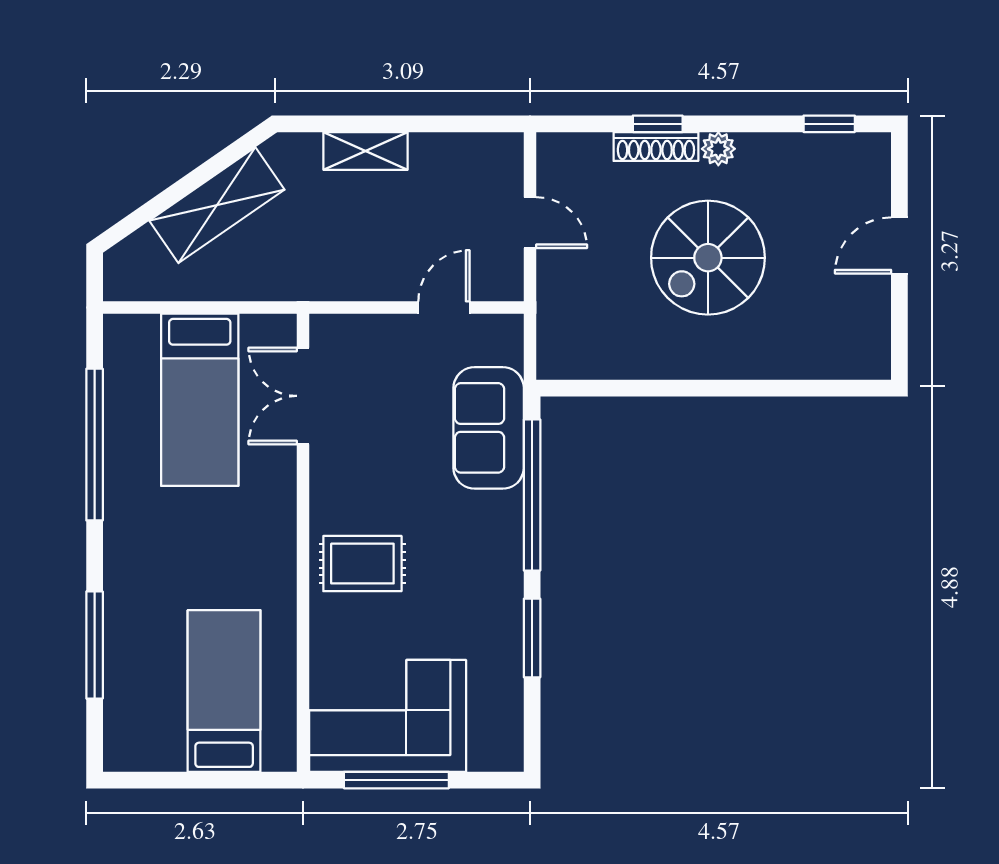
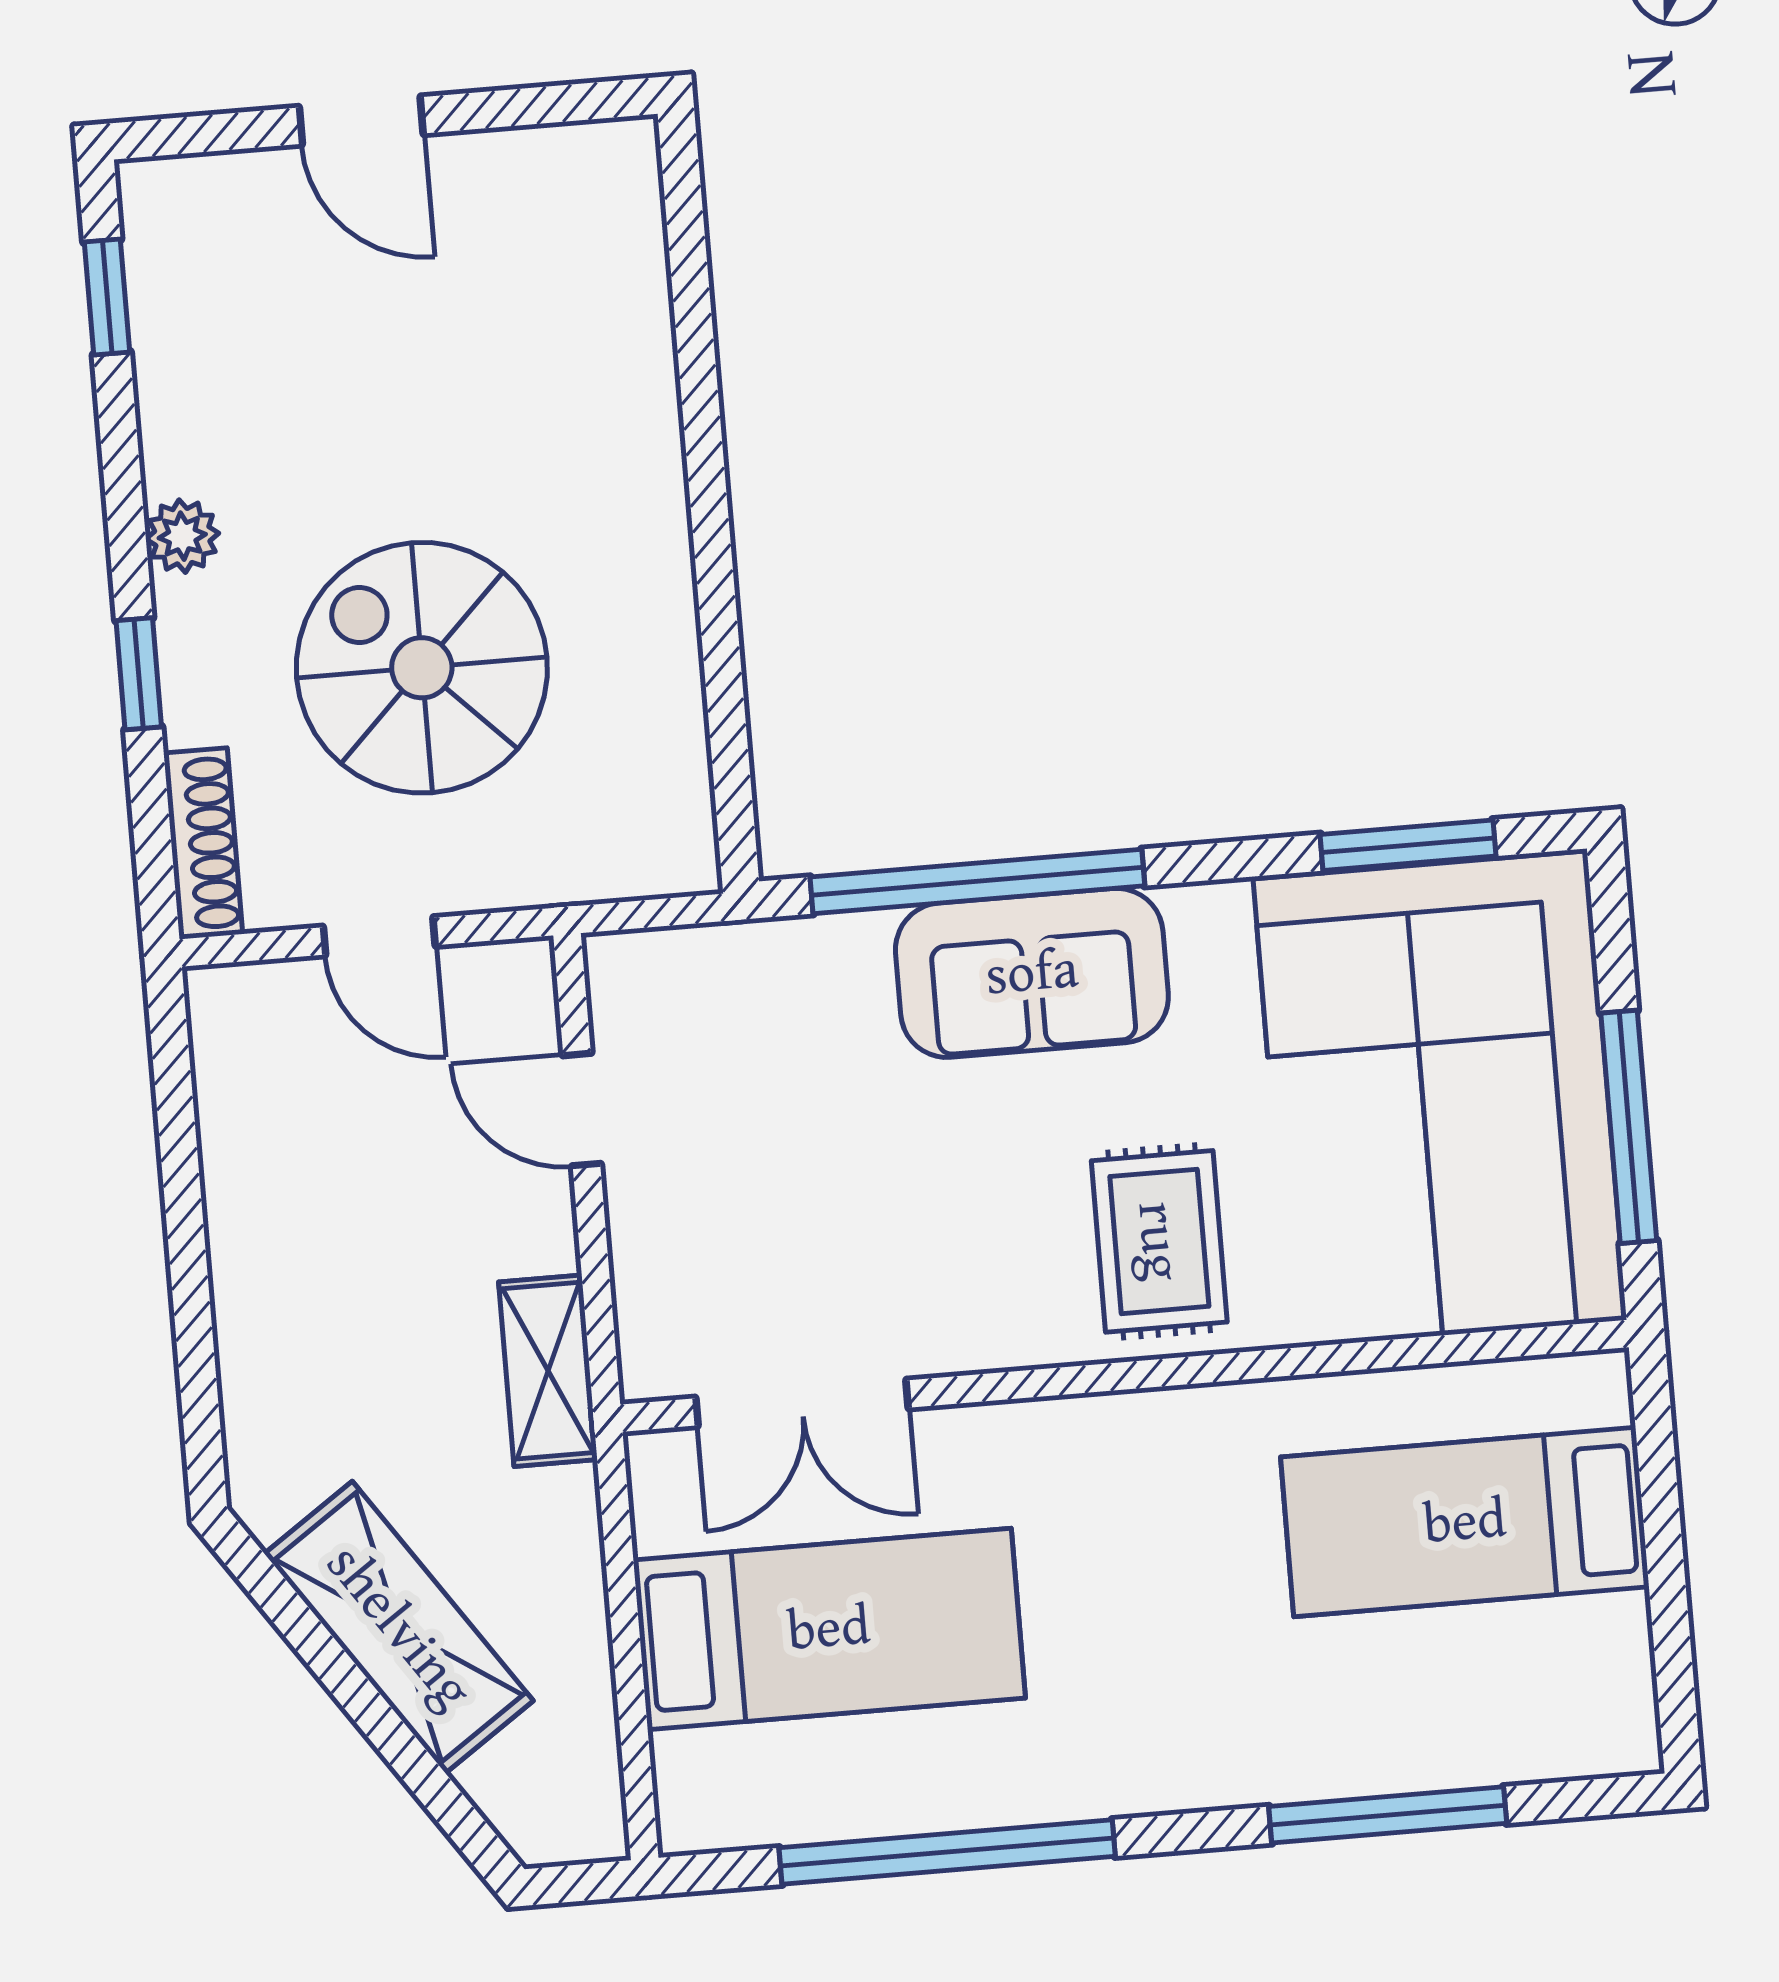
shoe rack: (656, 147) -> (203, 843), moved
shelving: (366, 151) -> (548, 1371), moved
door: (530, 223) -> (379, 936), swing flipped
spiral stairs: (708, 258) -> (422, 668), moved, turned 180
sofa: (489, 428) -> (1032, 973), moved
window: (532, 638) -> (1408, 845), moved
corner sofa: (388, 716) -> (1440, 1099), width x1.36, depth x1.36

